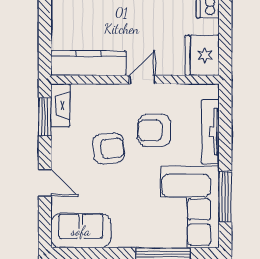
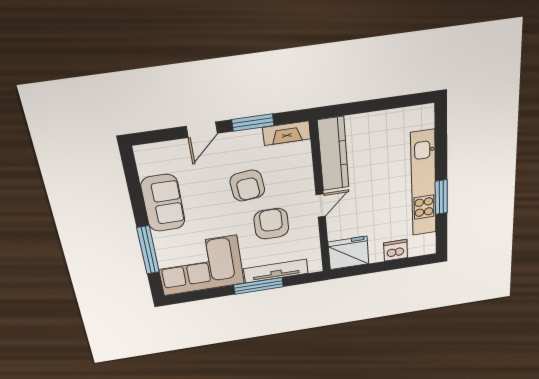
door: (142, 80) -> (321, 205), hinge flipped
window: (45, 117) -> (253, 123), moved
window: (225, 196) -> (258, 286), moved
sofa: (81, 231) -> (163, 203), moved

